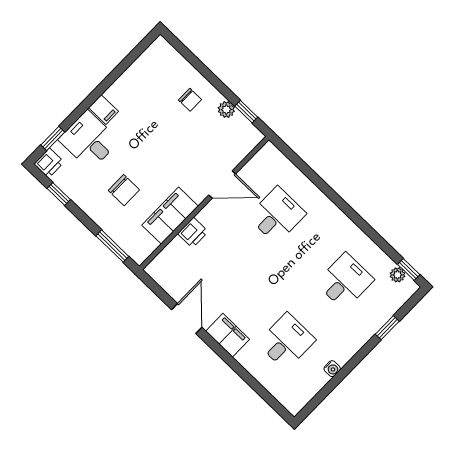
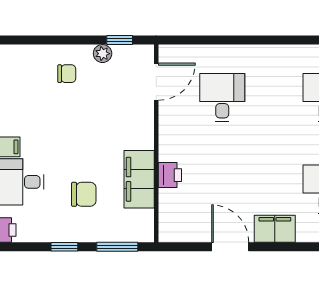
door: (222, 184) -> (156, 82), moved
window: (59, 194) -> (64, 247), moved

